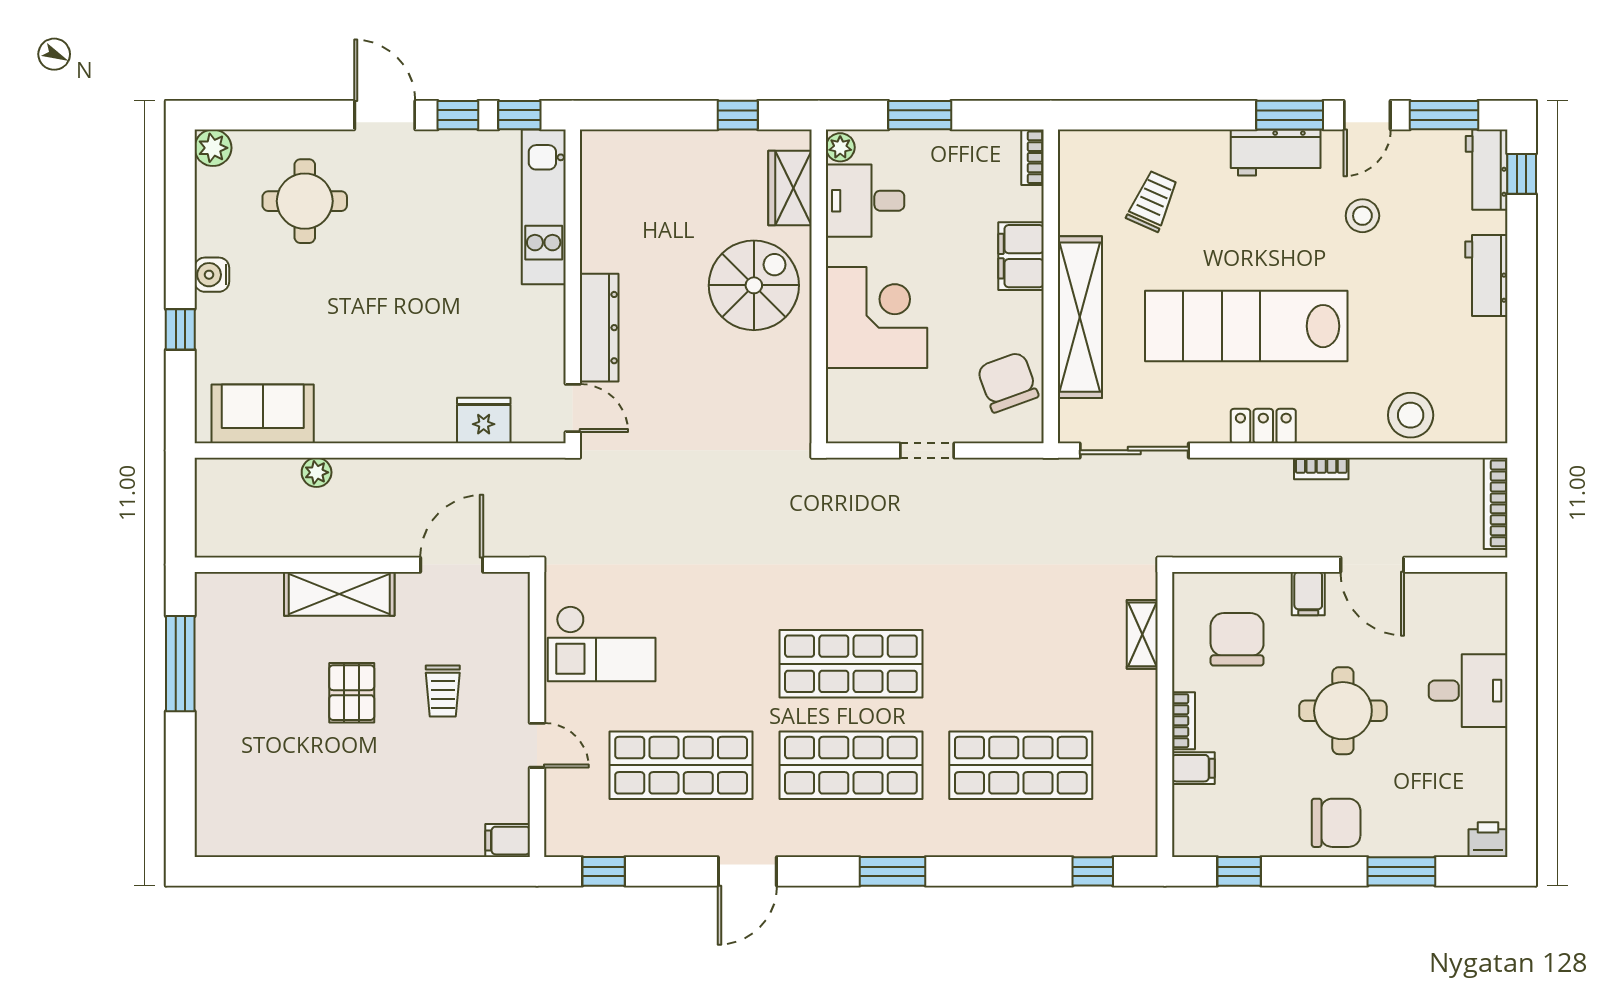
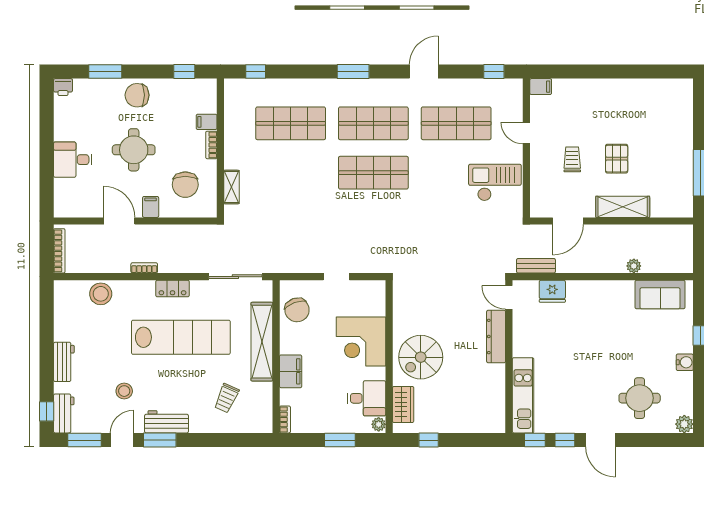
bench: (517, 473) -> (536, 266), added

